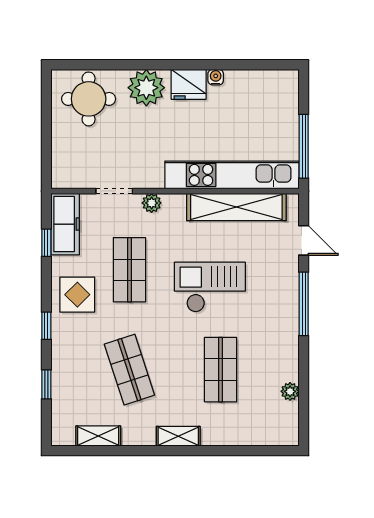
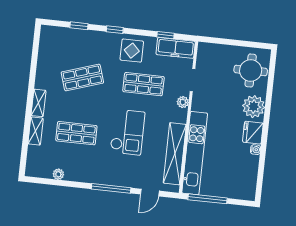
shelving: (98, 436) -> (36, 131), moved

